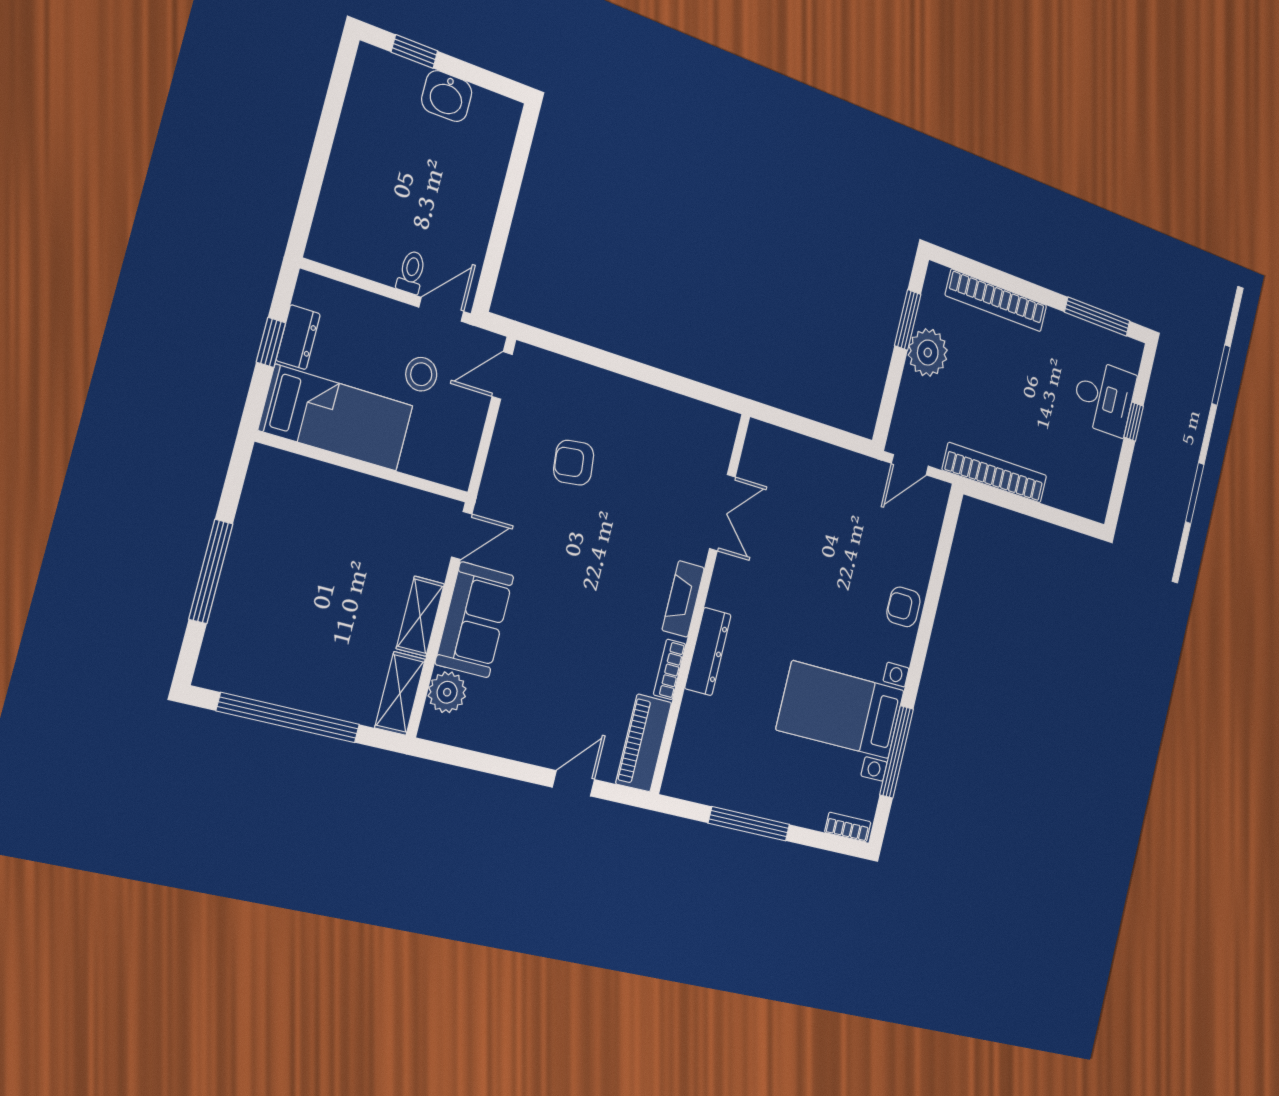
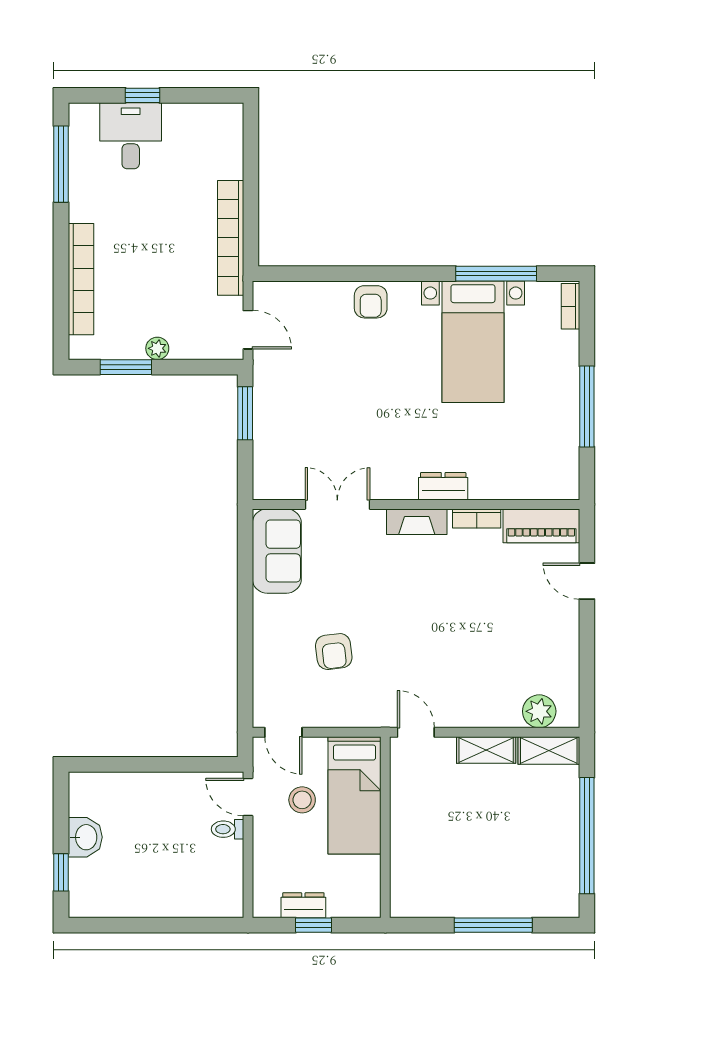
plant: (928, 353) -> (157, 348), width x0.53, depth x0.53
bed: (336, 418) -> (355, 795), moved, turned 180
window: (834, 436) -> (245, 413), added
sofa: (475, 620) -> (277, 551), moved, turned 90
dresser: (708, 652) -> (443, 486), width x0.70

